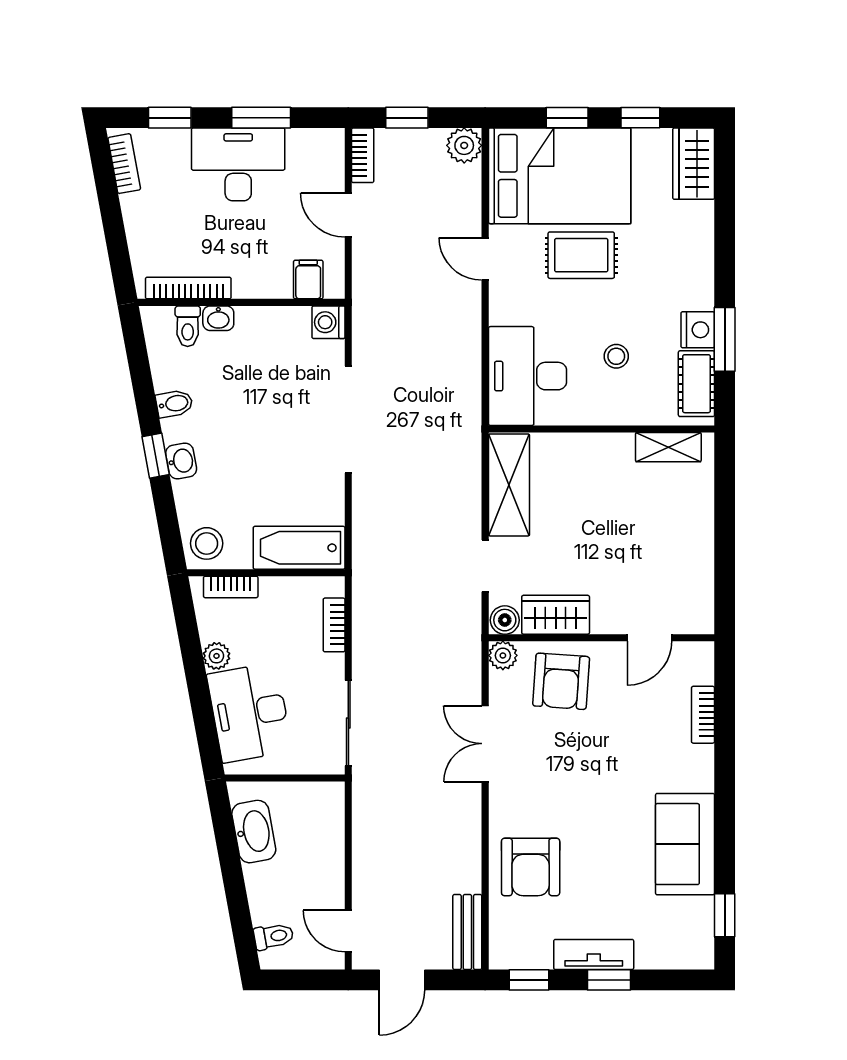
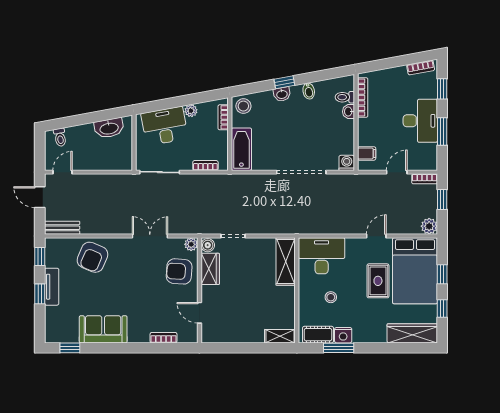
wardrobe: (694, 164) -> (412, 333), width x1.50
shelving: (668, 447) -> (280, 336), moved, turned 90
shelving: (509, 485) -> (286, 261), moved, turned 90
armchair: (531, 867) -> (92, 257), turned -67

